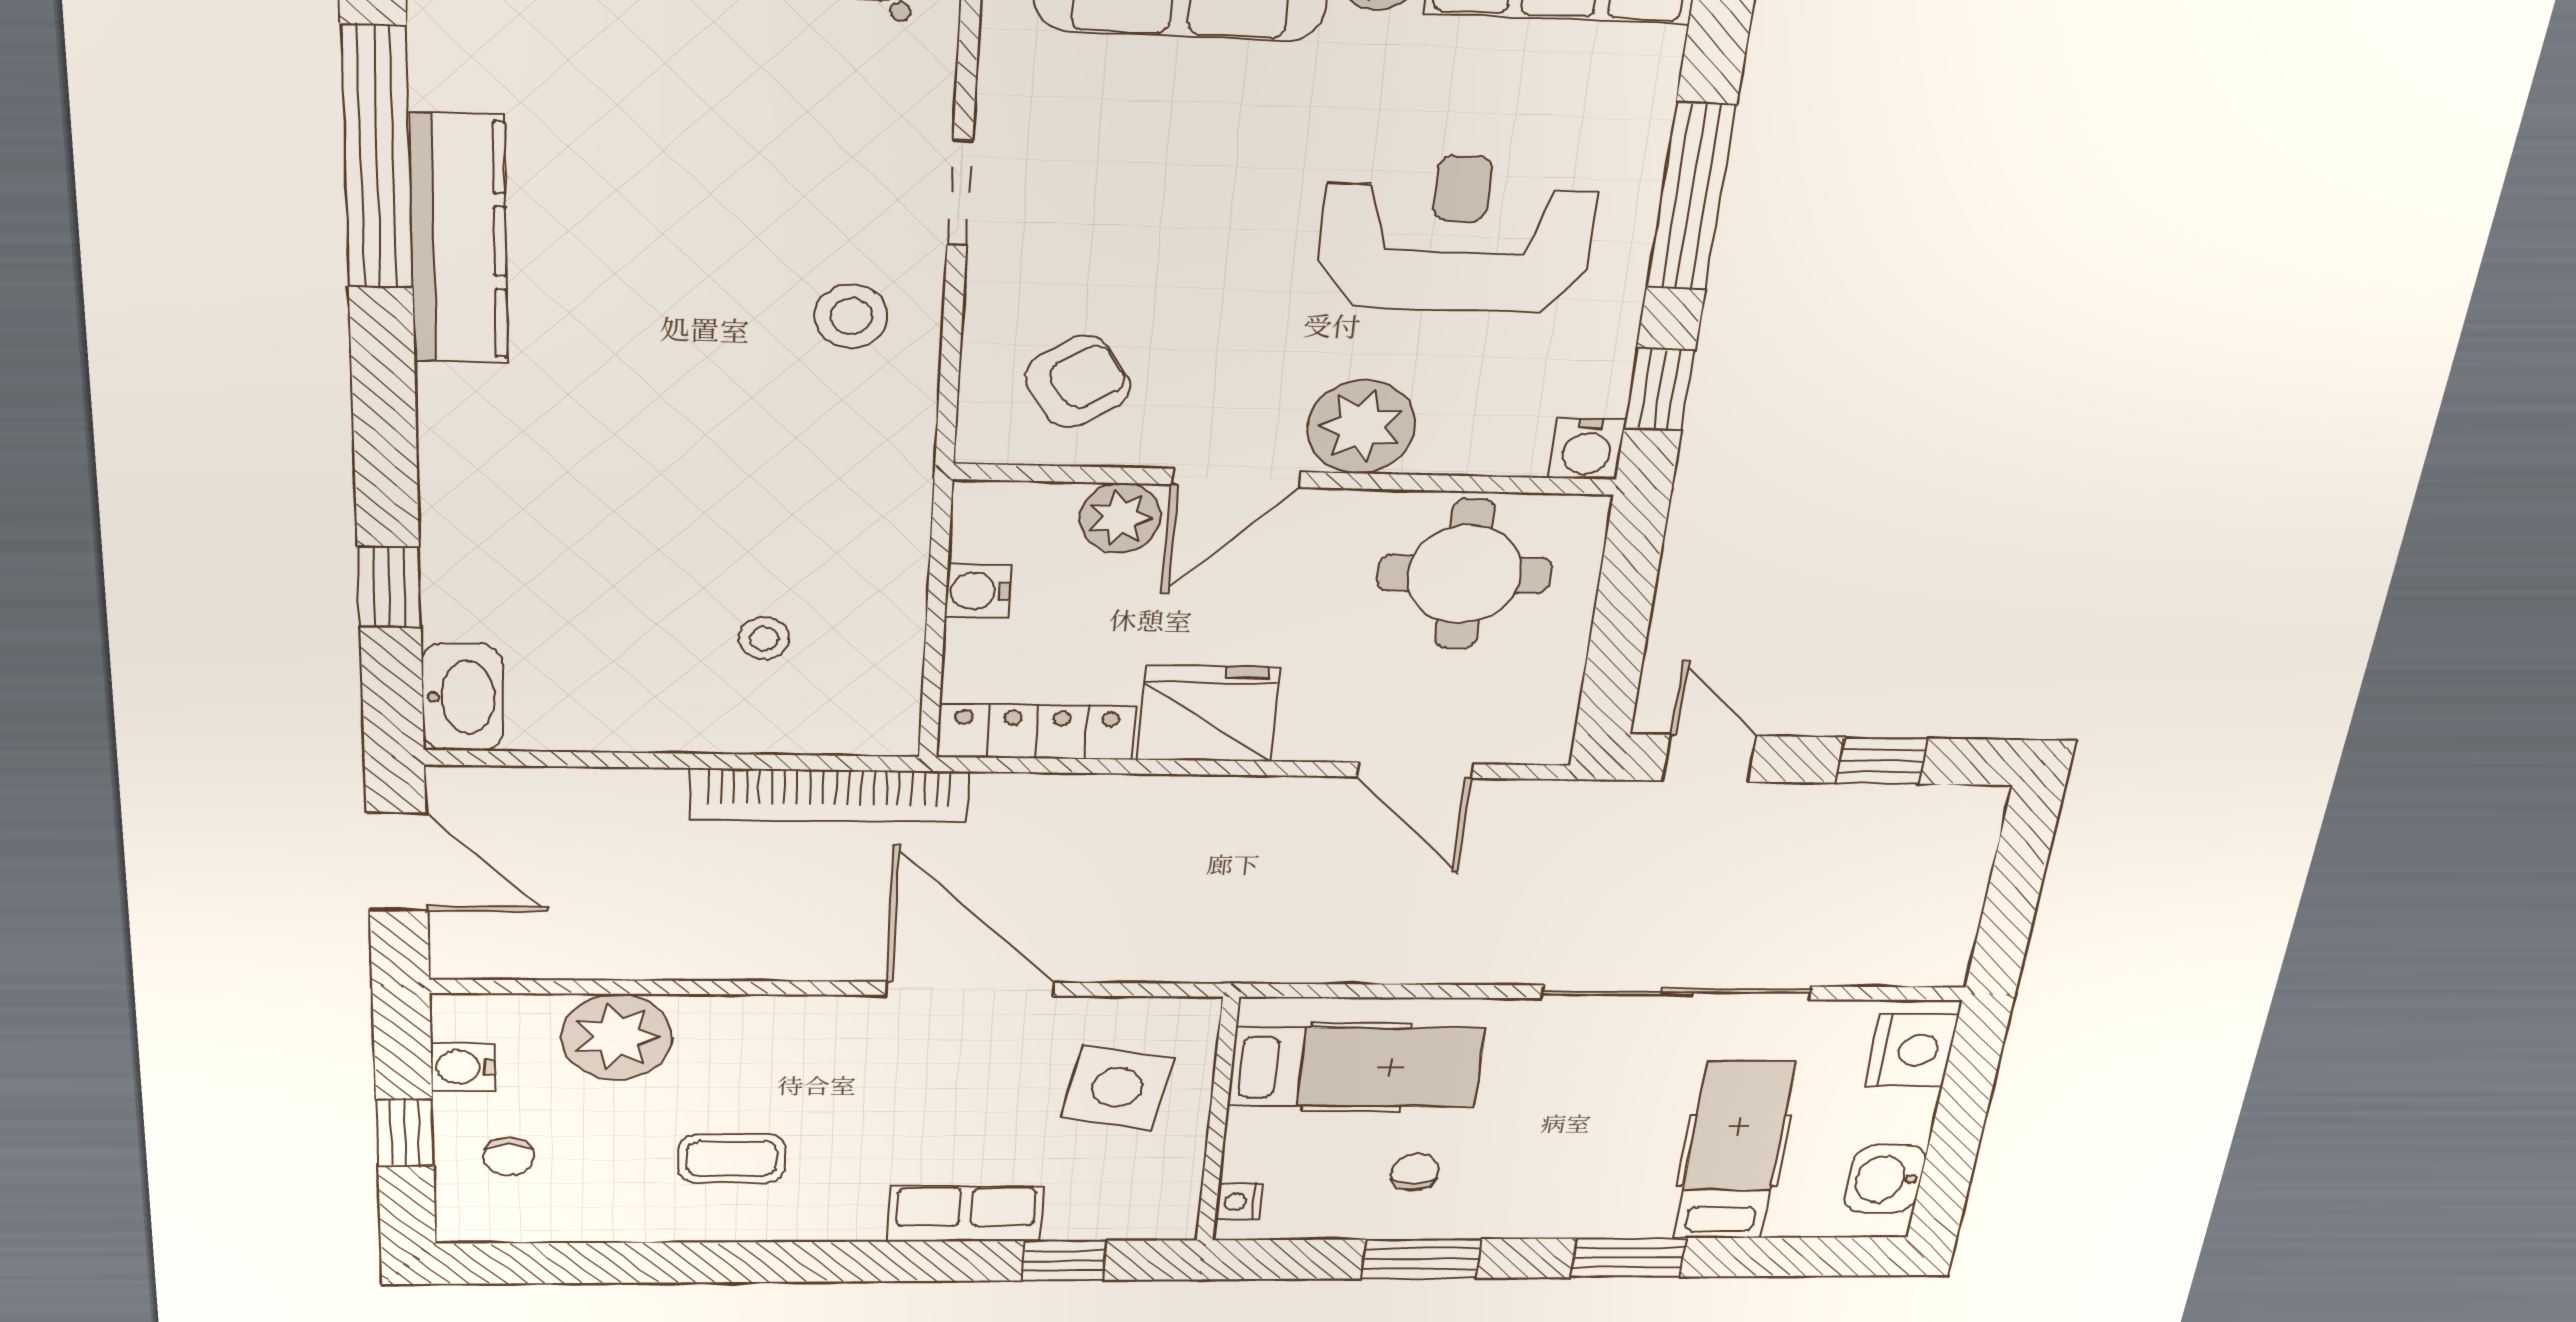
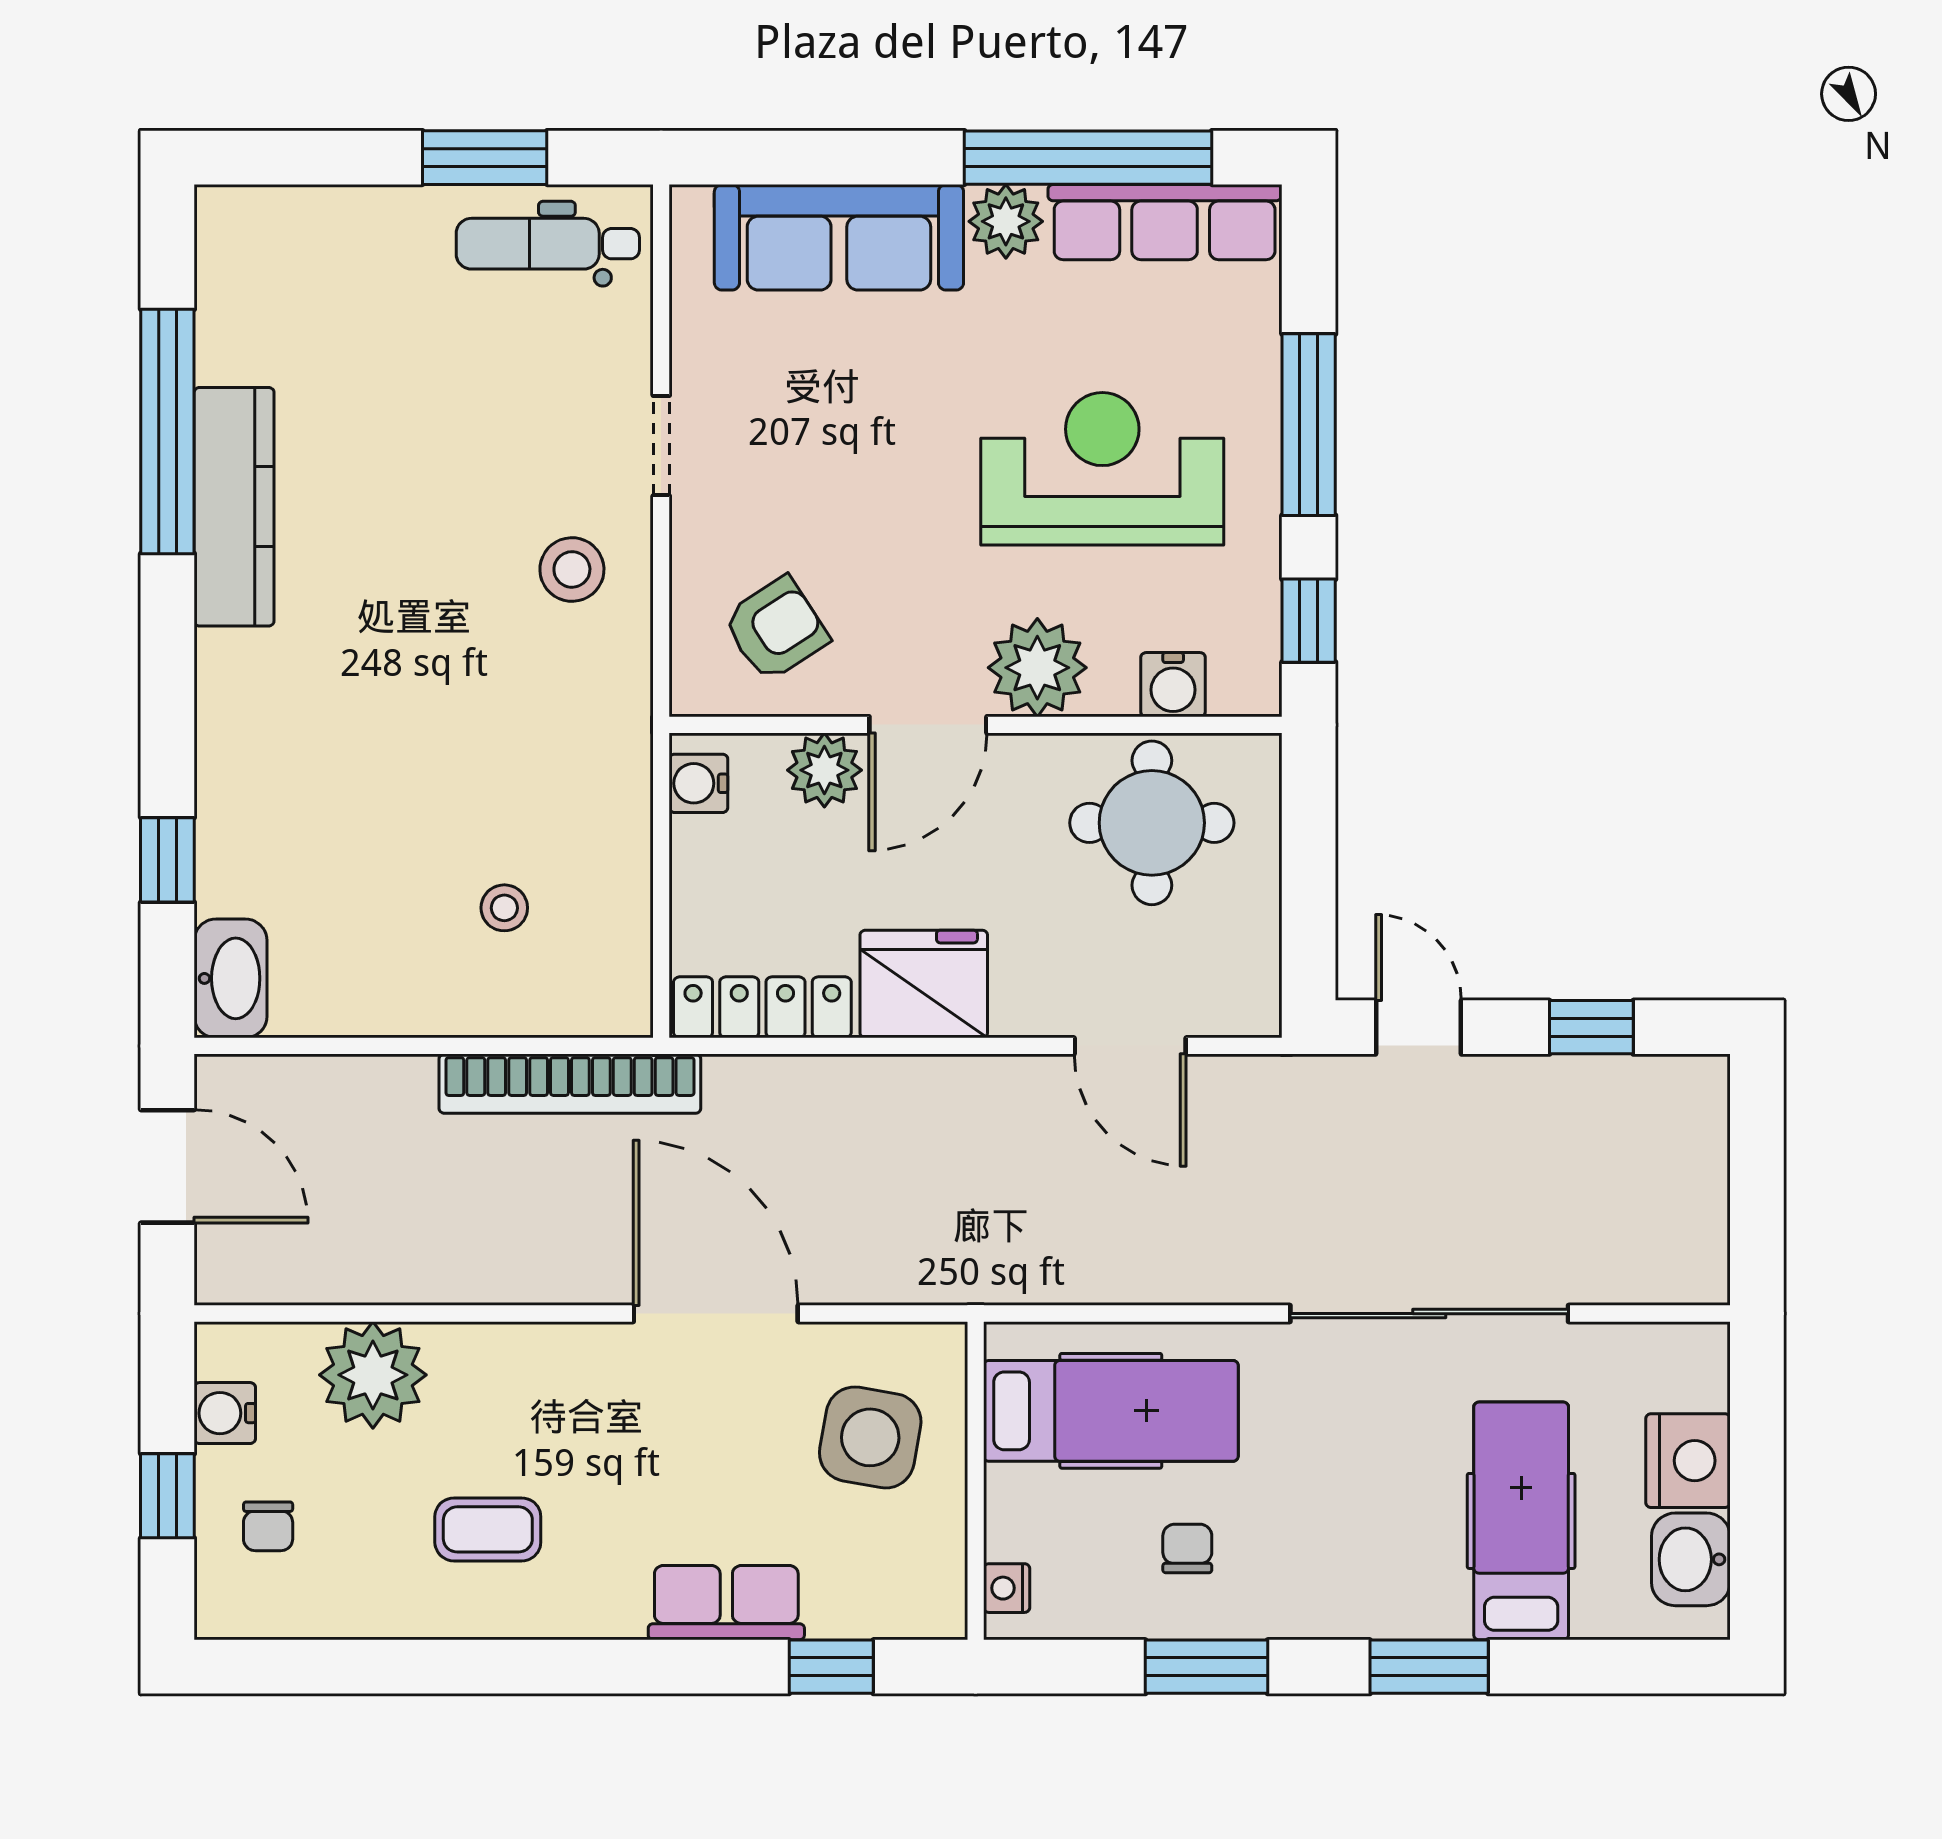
water cooler: (1587, 449) -> (1173, 685), moved
water cooler: (978, 591) -> (698, 783), moved
nightstand: (1912, 1050) -> (1688, 1461), moved

